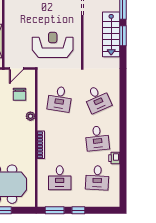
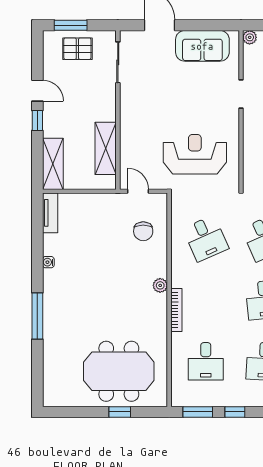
door: (16, 69) -> (138, 191), swing flipped
desk: (60, 99) -> (206, 238), turned -33
plant: (30, 116) -> (160, 285), moved

